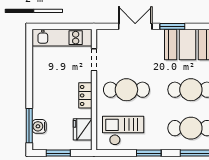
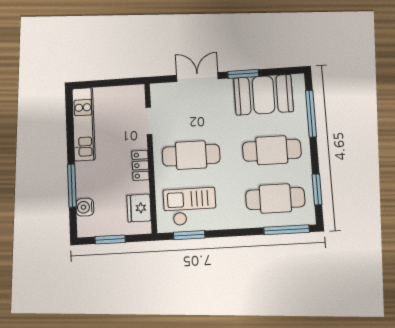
kitchen unit: (62, 38) -> (83, 124), moved, turned -90
window: (29, 126) -> (72, 186), moved
window: (149, 153) -> (189, 235), moved

